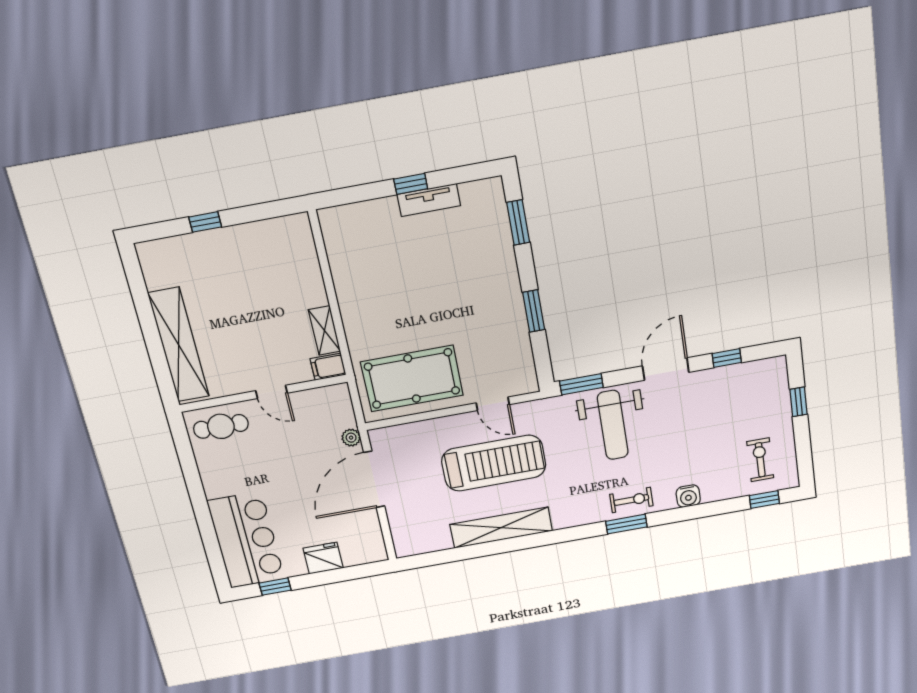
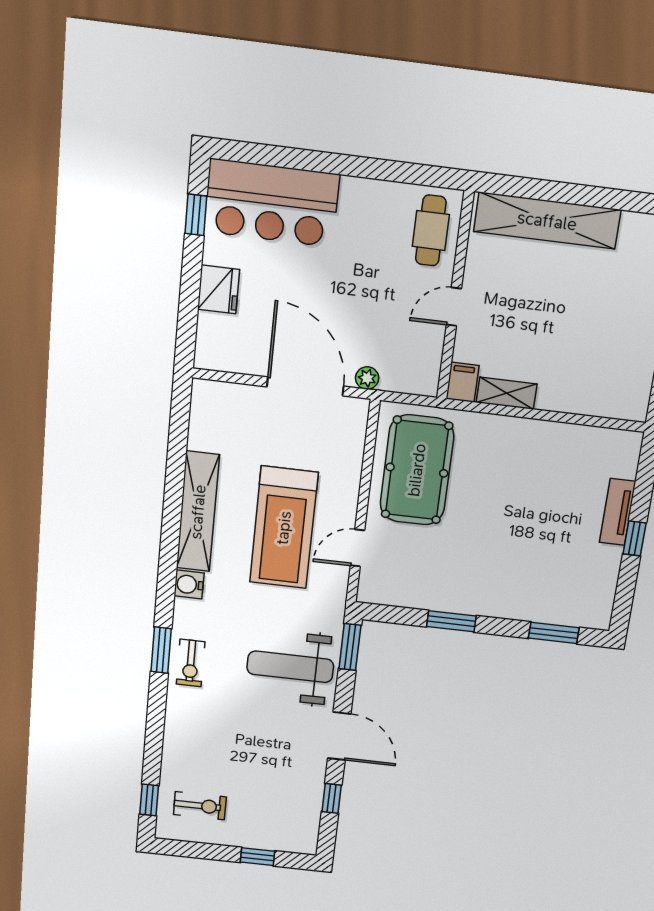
tv unit: (429, 200) -> (618, 512), moved
water cooler: (688, 496) -> (189, 584), moved

